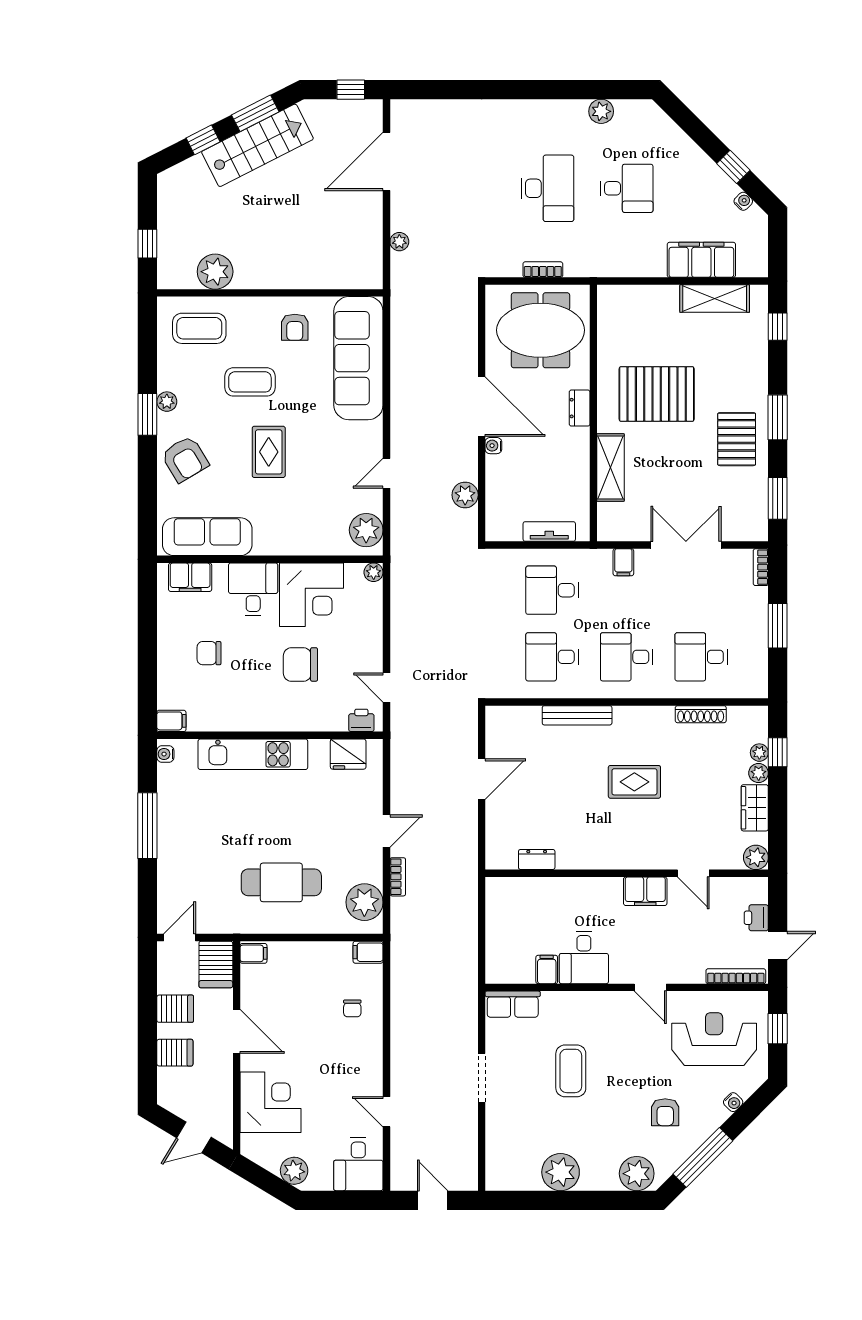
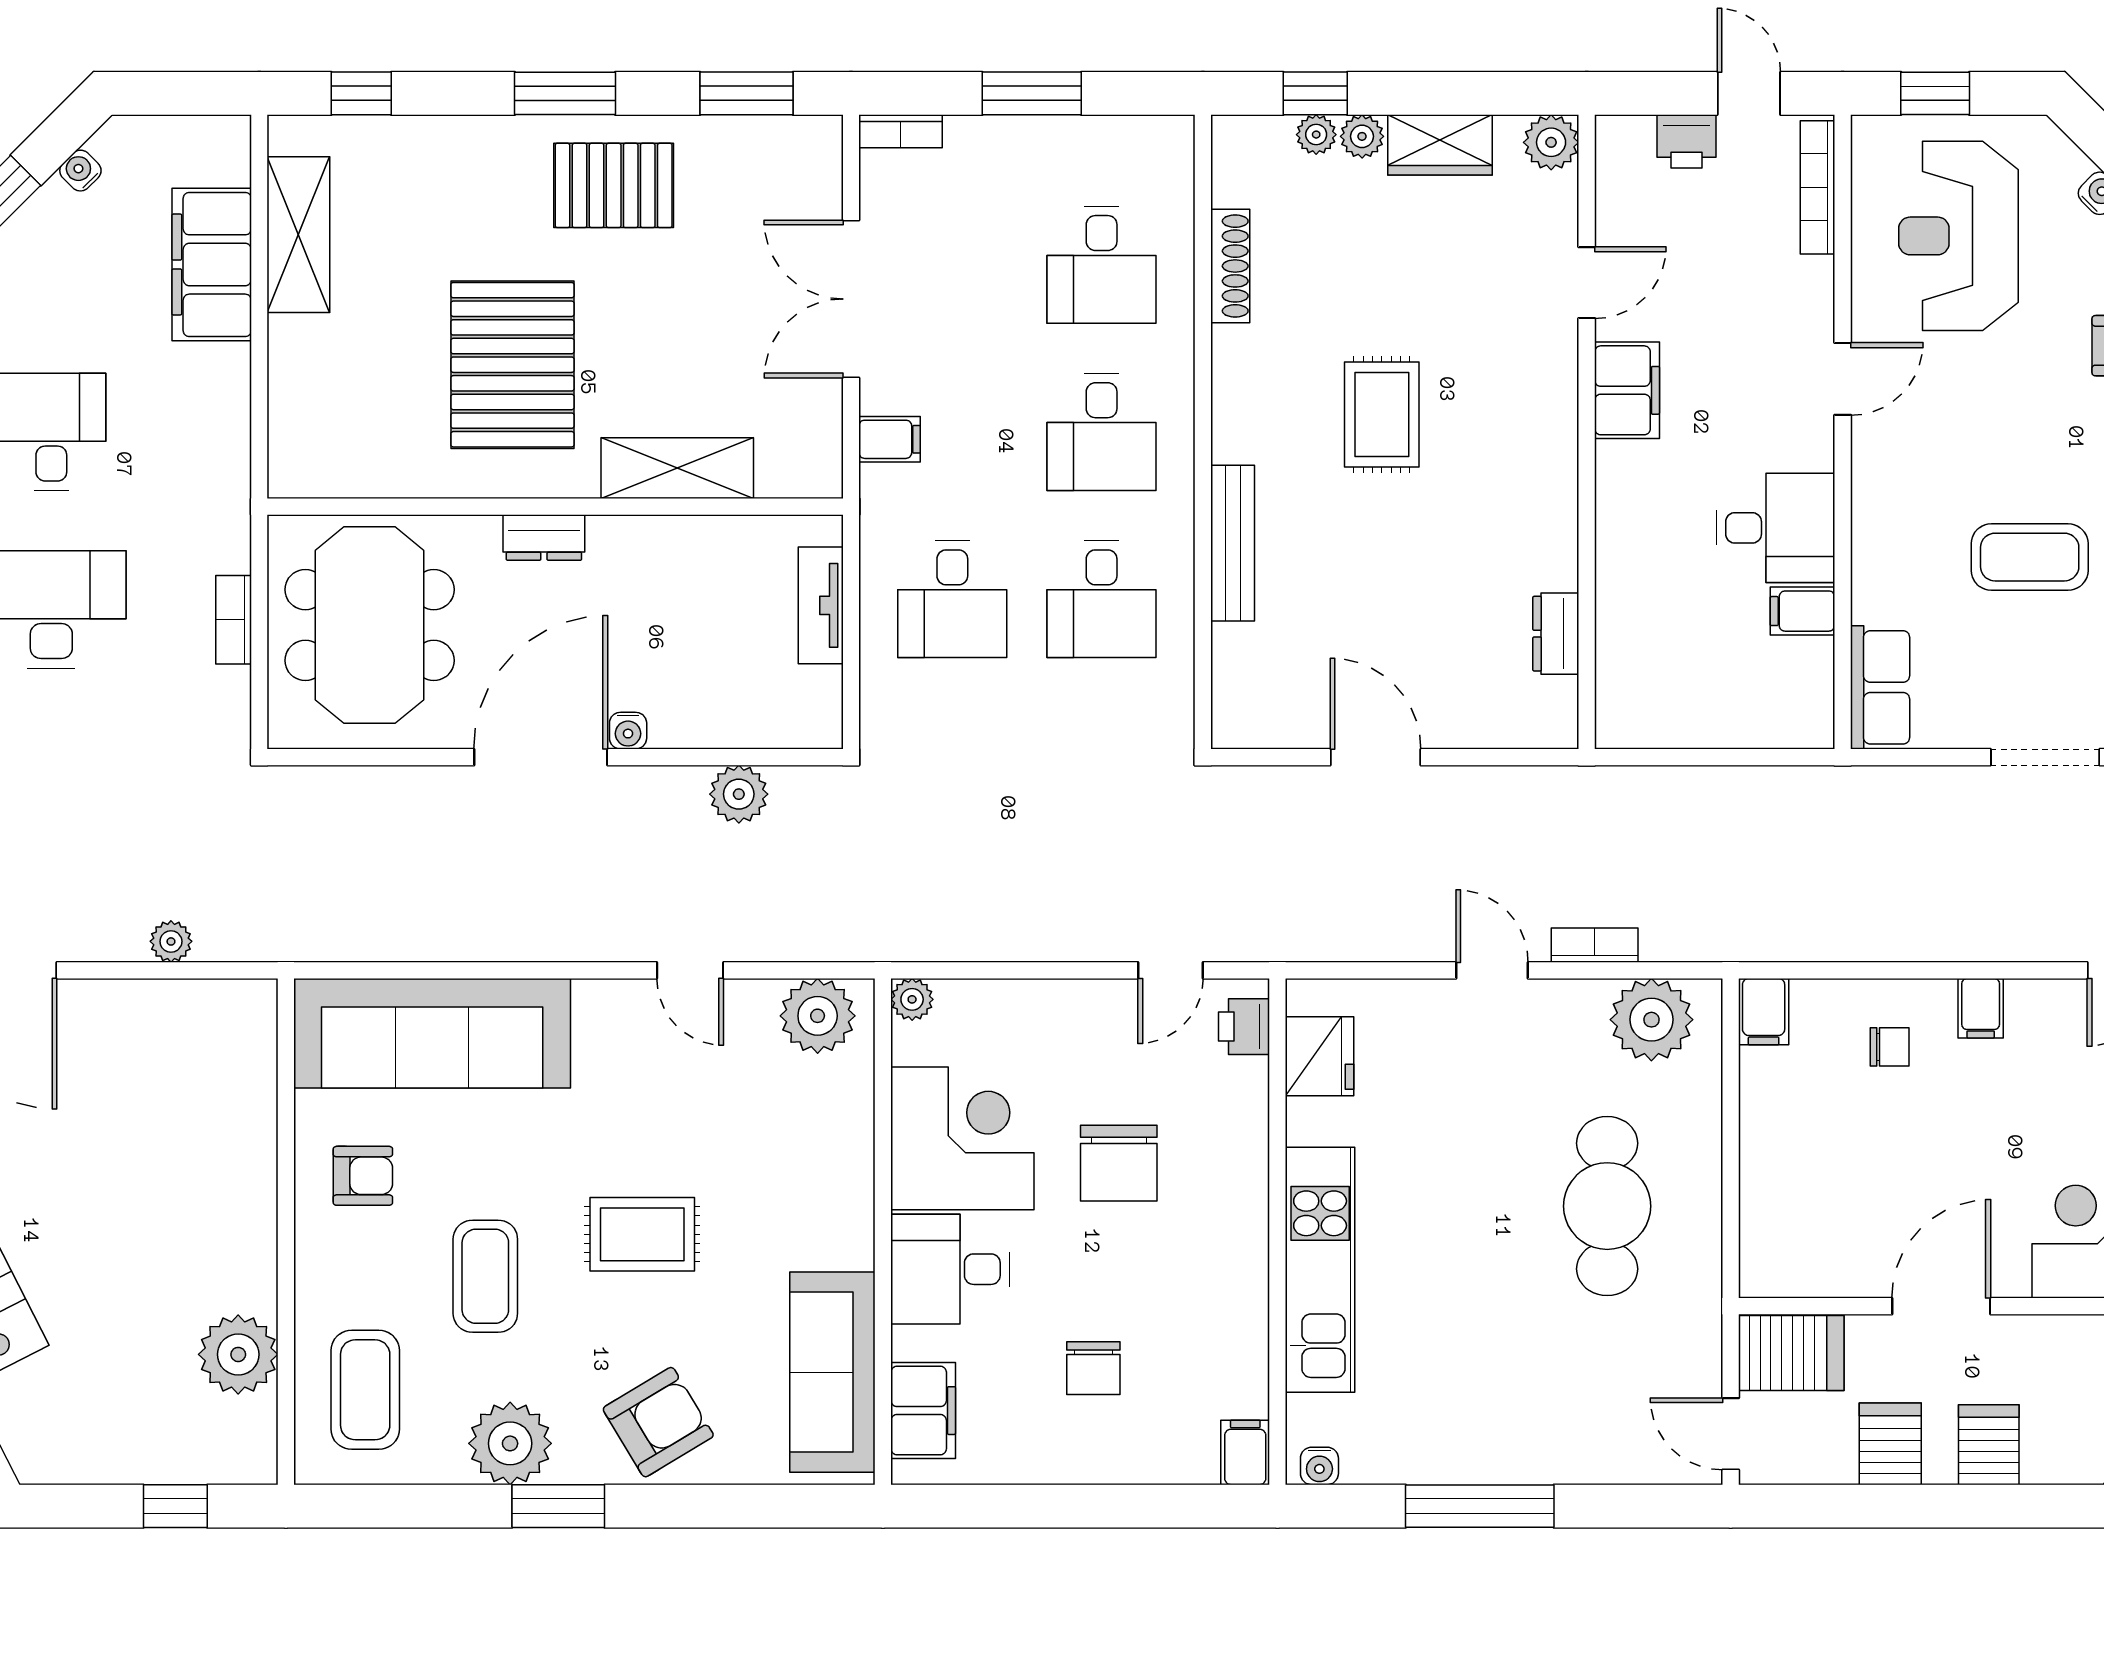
plant: (167, 402) -> (510, 1443), width x1.87, depth x1.87
filing cabinet: (254, 953) -> (1981, 1008), moved, turned 180

